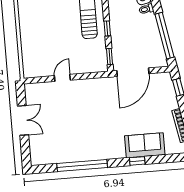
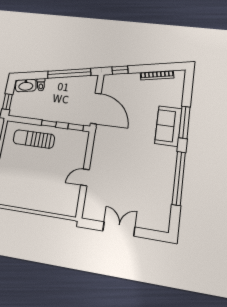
door: (62, 78) -> (85, 177), hinge flipped
sofa: (145, 145) -> (168, 126), moved
window: (137, 161) -> (184, 122), width x2.17

